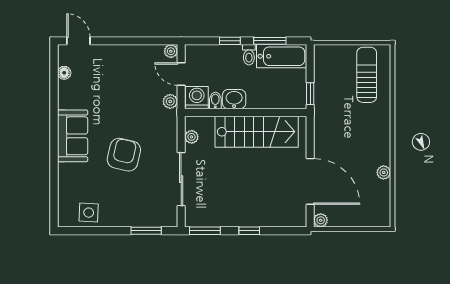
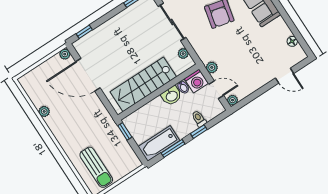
door: (78, 41) -> (284, 76), moved
toilet: (249, 55) -> (199, 119), moved
window: (249, 231) -> (84, 32), moved

